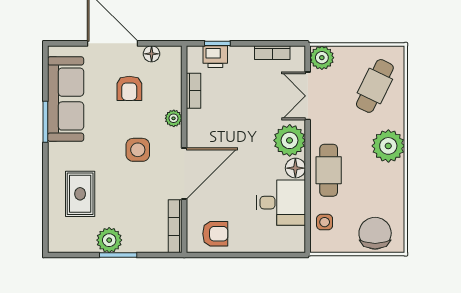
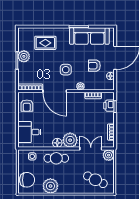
plant: (388, 146) -> (50, 186), moved
desk: (281, 203) -> (29, 132), moved, turned 90

